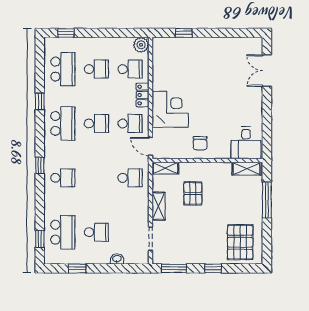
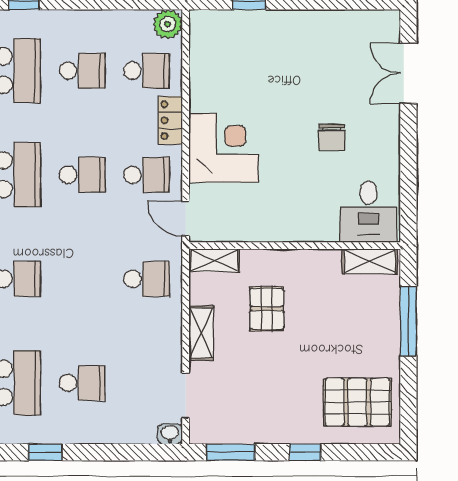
chair: (200, 143) -> (332, 137), moved
pallet: (240, 242) -> (357, 402), turned 90
washbasin: (117, 259) -> (170, 434), moved

